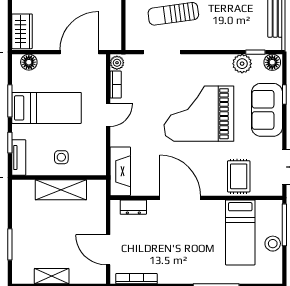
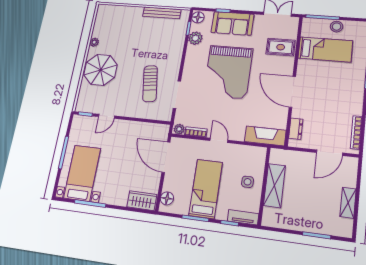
door: (180, 198) -> (292, 92), hinge flipped

